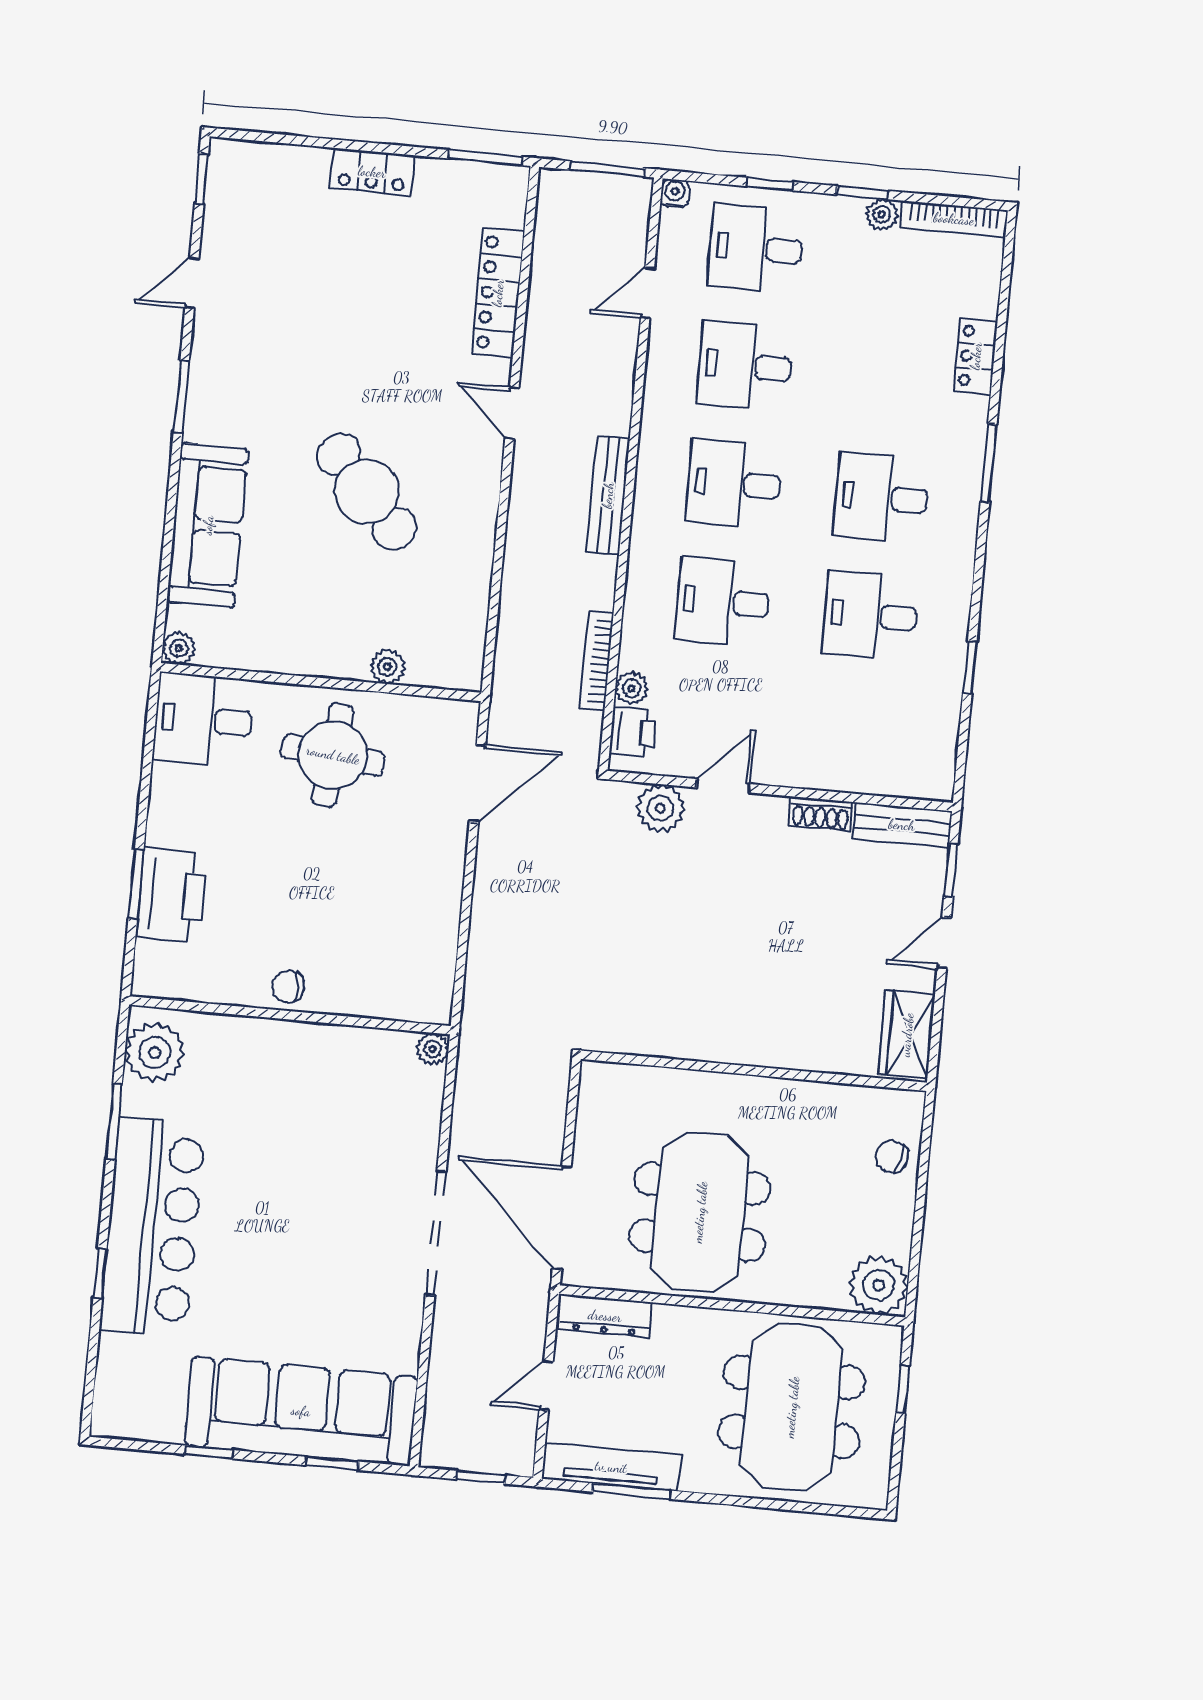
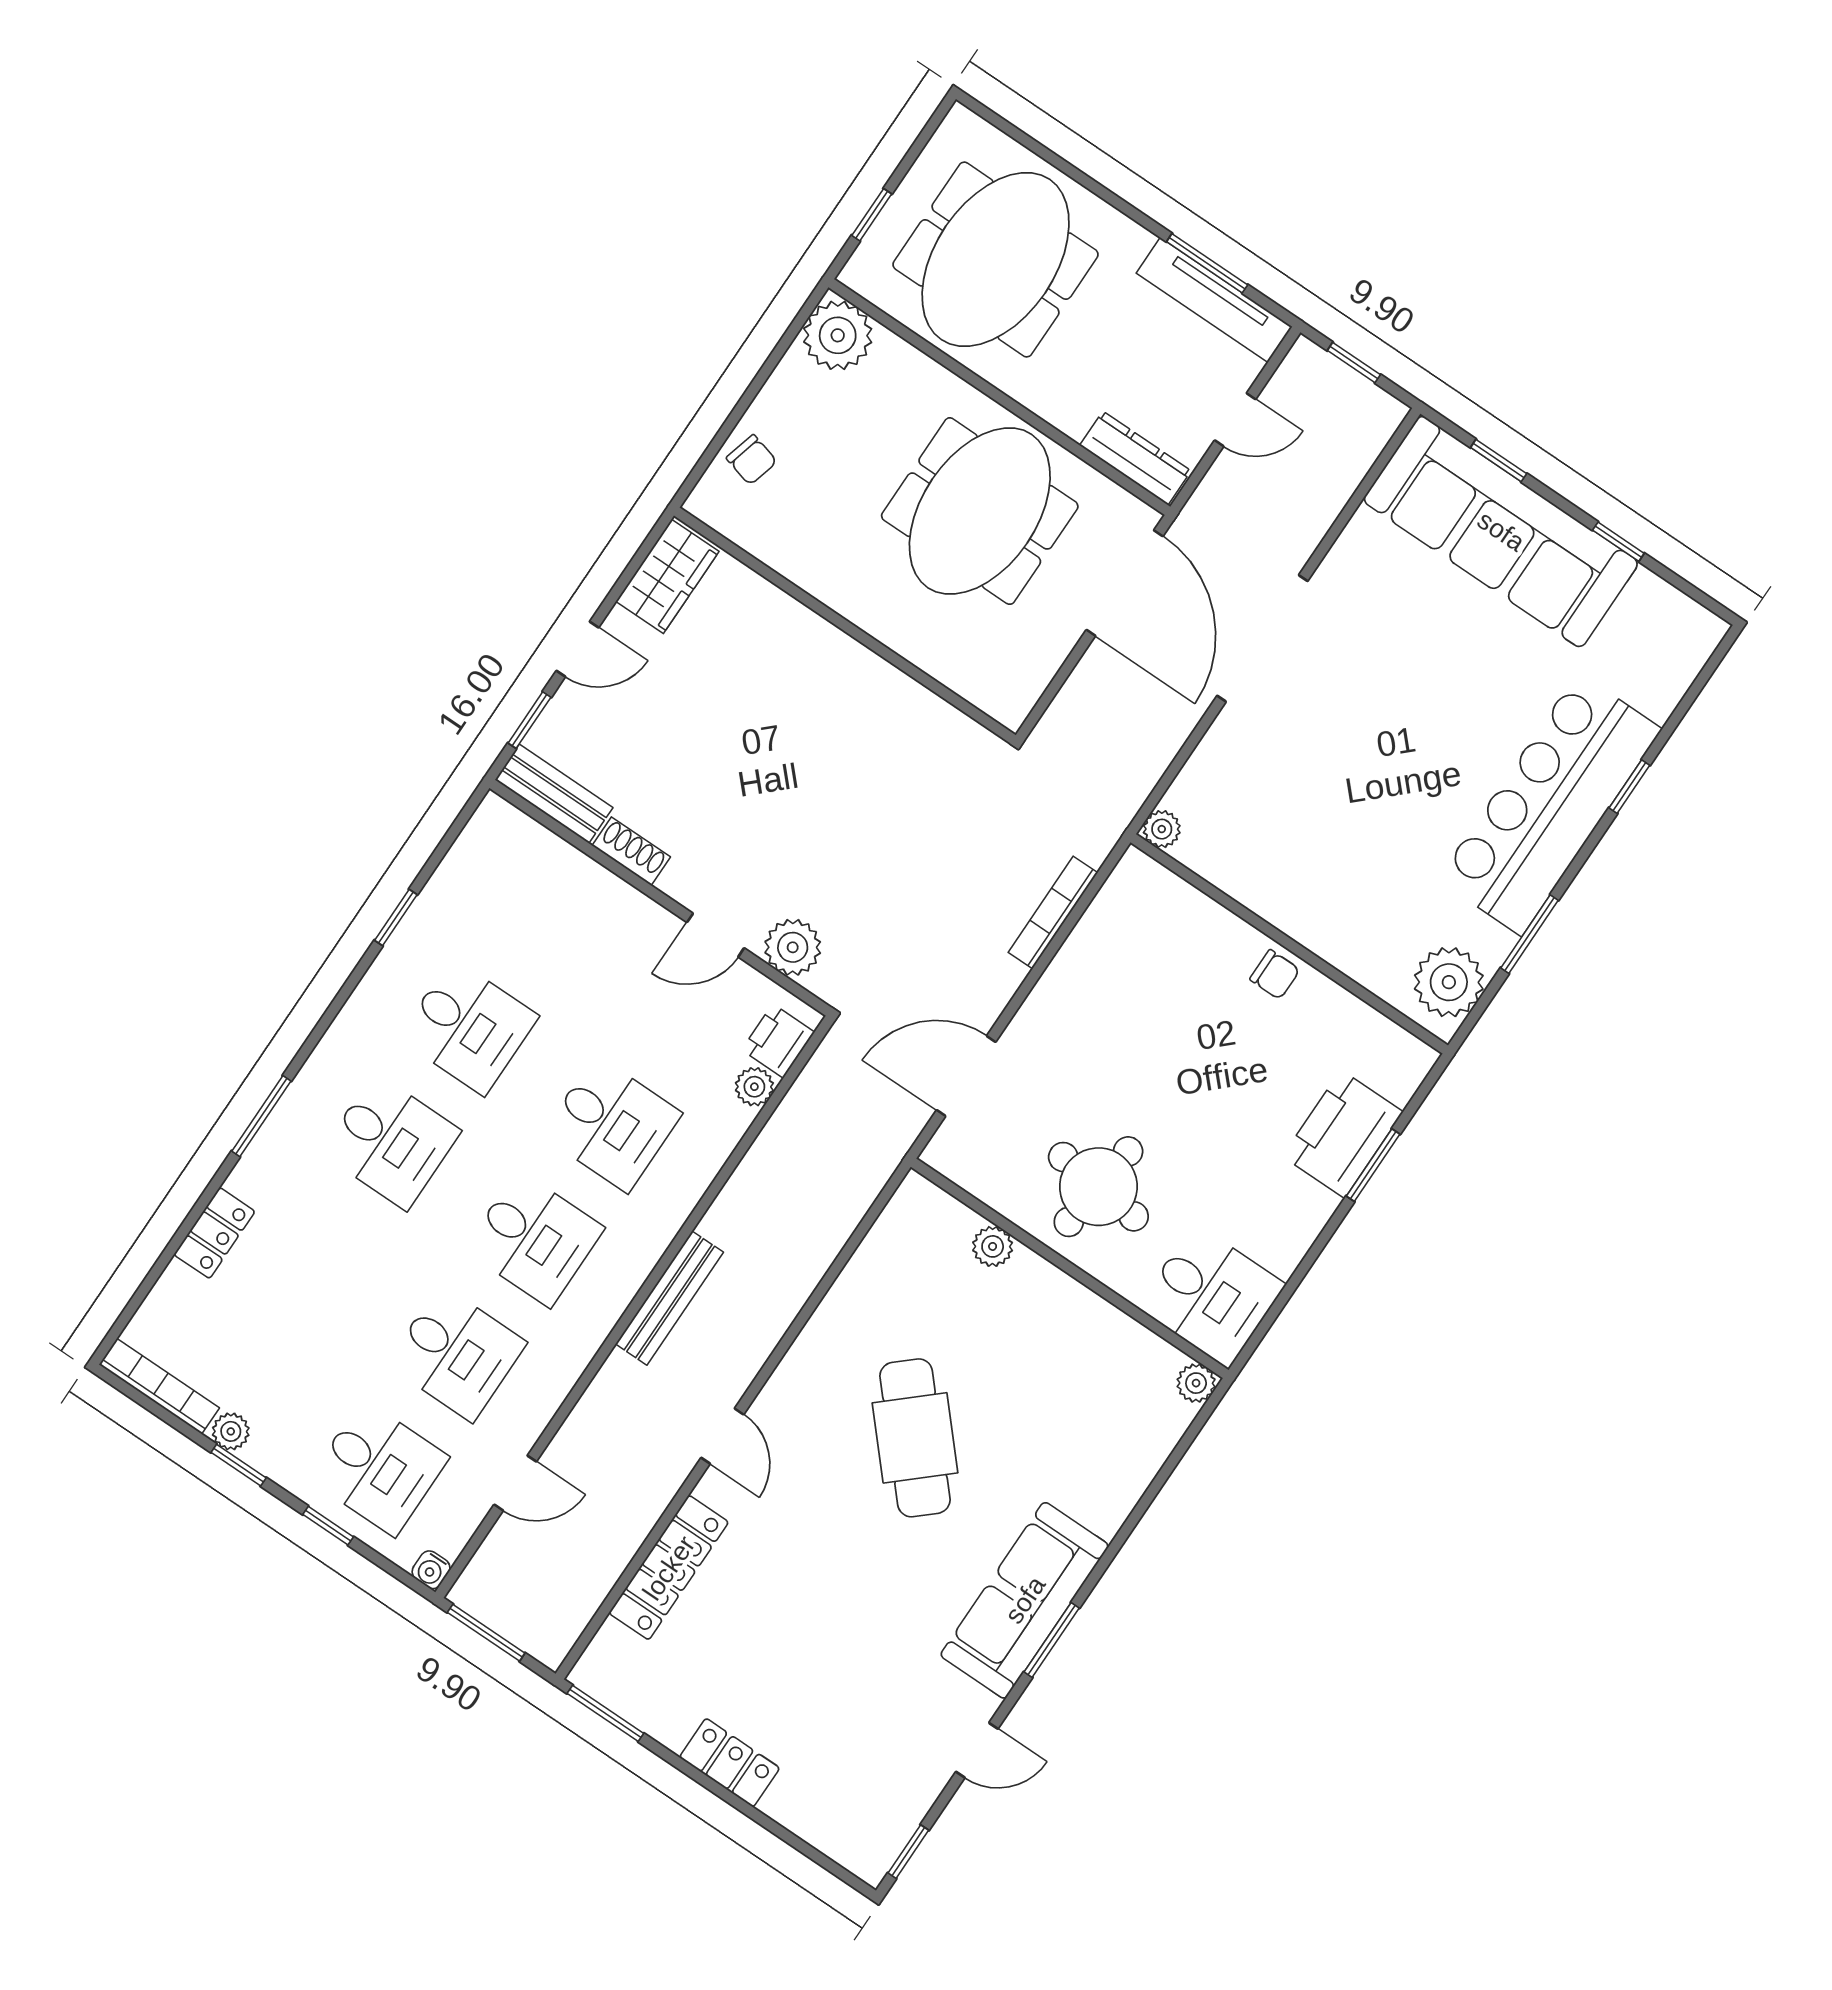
sofa: (208, 525) -> (1025, 1600), moved
bookcase: (596, 661) -> (1053, 913), moved, turned 180

